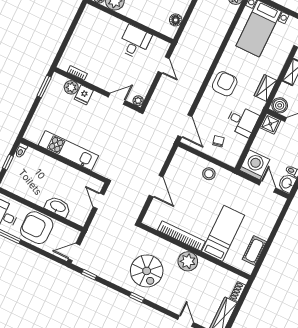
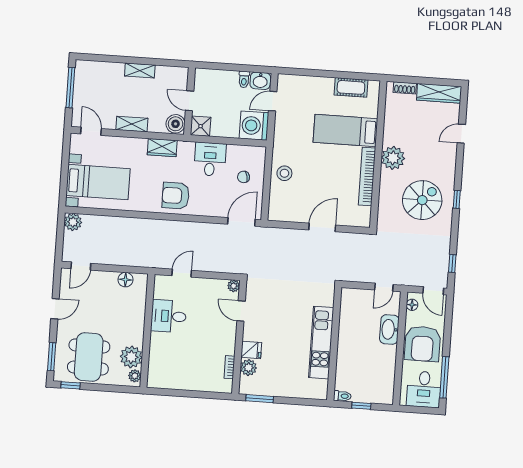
door: (99, 201) -> (384, 287), moved
floor lamp: (70, 231) -> (412, 305), added

